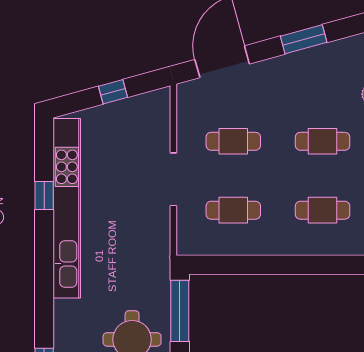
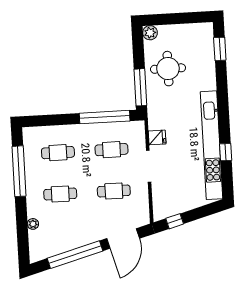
window: (304, 39) -> (75, 255), width x2.11
window: (113, 92) -> (175, 221), moved
fridge: (157, 226) -> (157, 137), added
window: (242, 265) -> (105, 117), added

